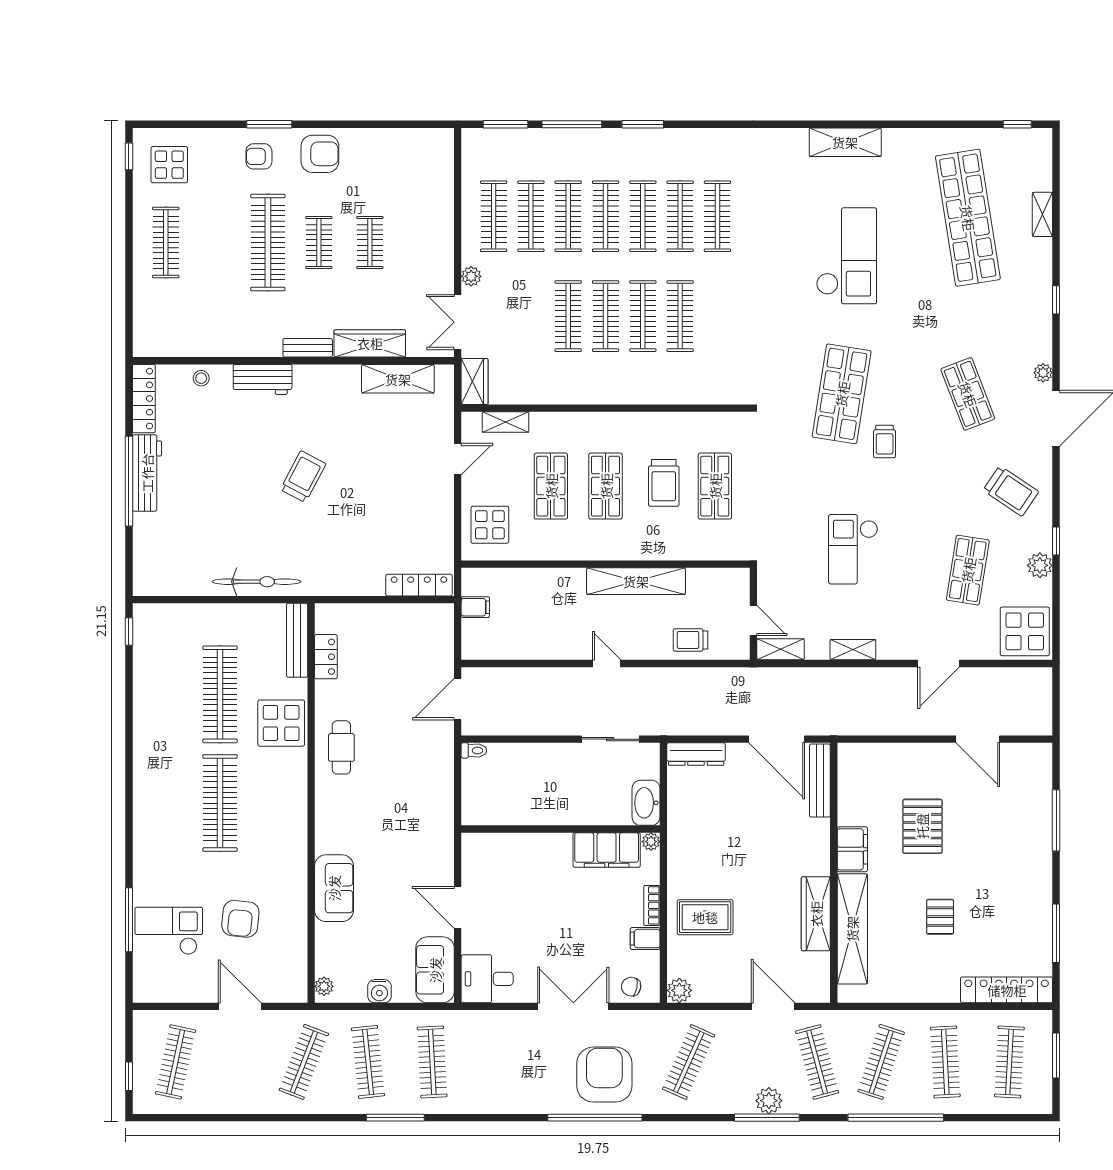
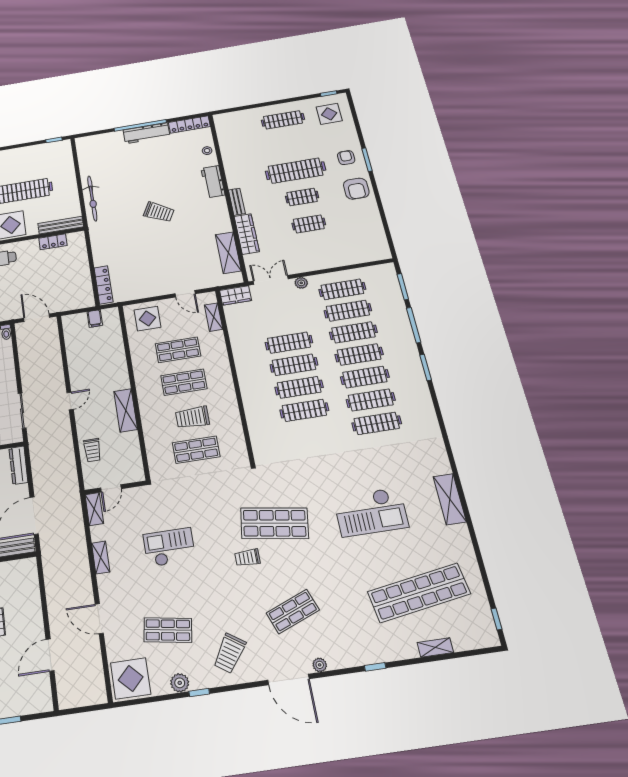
shelving: (636, 581) -> (126, 410), width x0.68
trolley: (690, 640) -> (92, 450), turned 180

